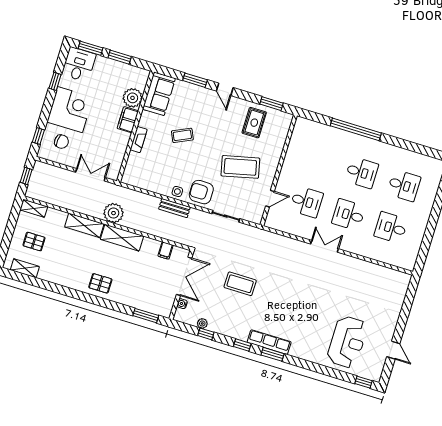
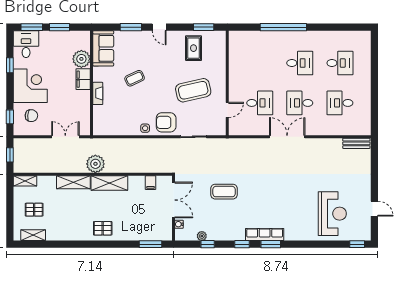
bench: (174, 208) -> (356, 143), moved
double door: (324, 246) -> (287, 137), width x1.37

